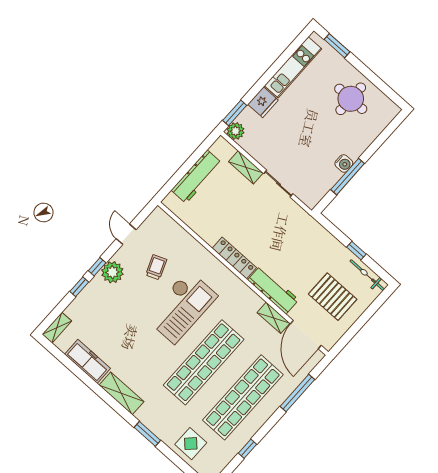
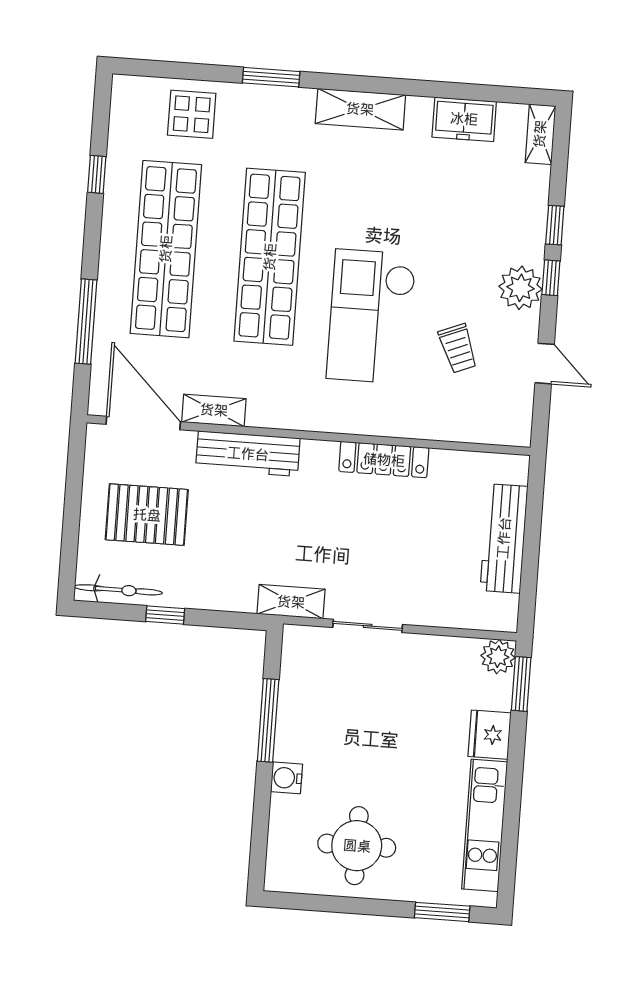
water cooler: (344, 163) -> (287, 778), moved
shelving: (246, 167) -> (291, 602), moved
locker: (234, 258) -> (384, 460), moved
freezer: (88, 361) -> (464, 119), width x0.71

